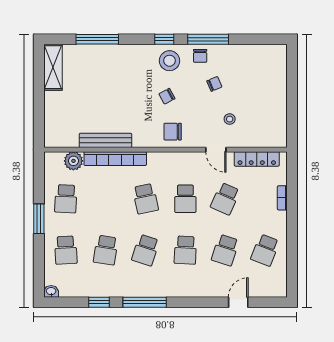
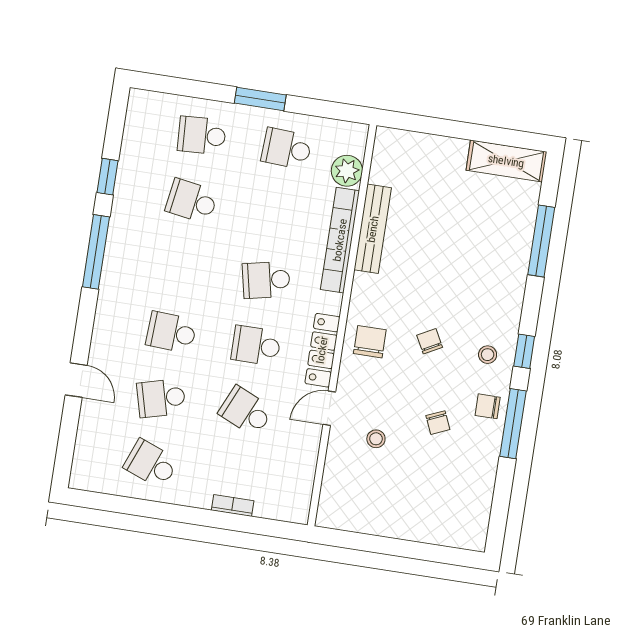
stool: (169, 61) -> (488, 355), width x0.53, depth x0.53
locker: (257, 159) -> (322, 350), moved
school desk: (146, 250) -> (181, 267), removed
school desk: (225, 250) -> (161, 398), turned -33
washbasin: (51, 291) -> (138, 101), removed
door: (238, 302) -> (76, 380), moved

